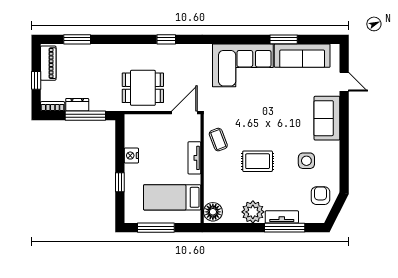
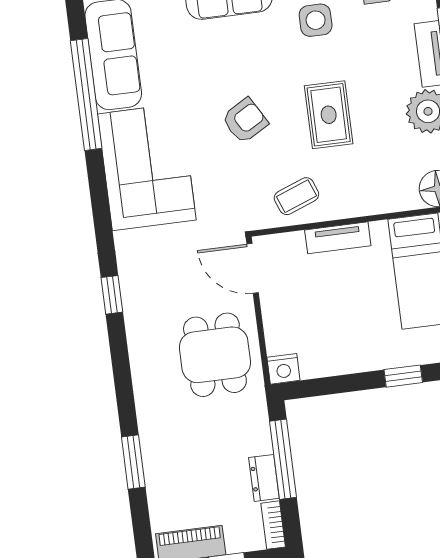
window: (77, 39) -> (133, 462), moved
window: (166, 39) -> (112, 295), moved
window: (284, 39) -> (86, 95), width x2.11
armchair: (260, 118) -> (245, 121), added
nightstand: (131, 156) -> (283, 369), moved

